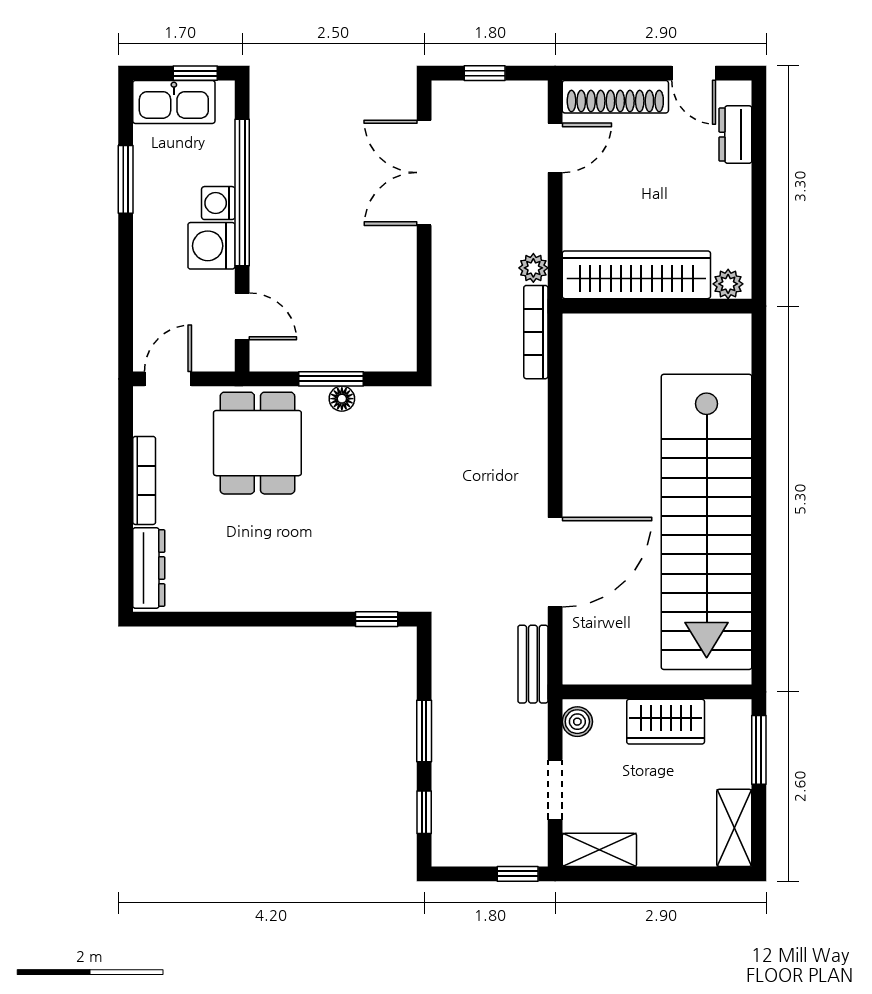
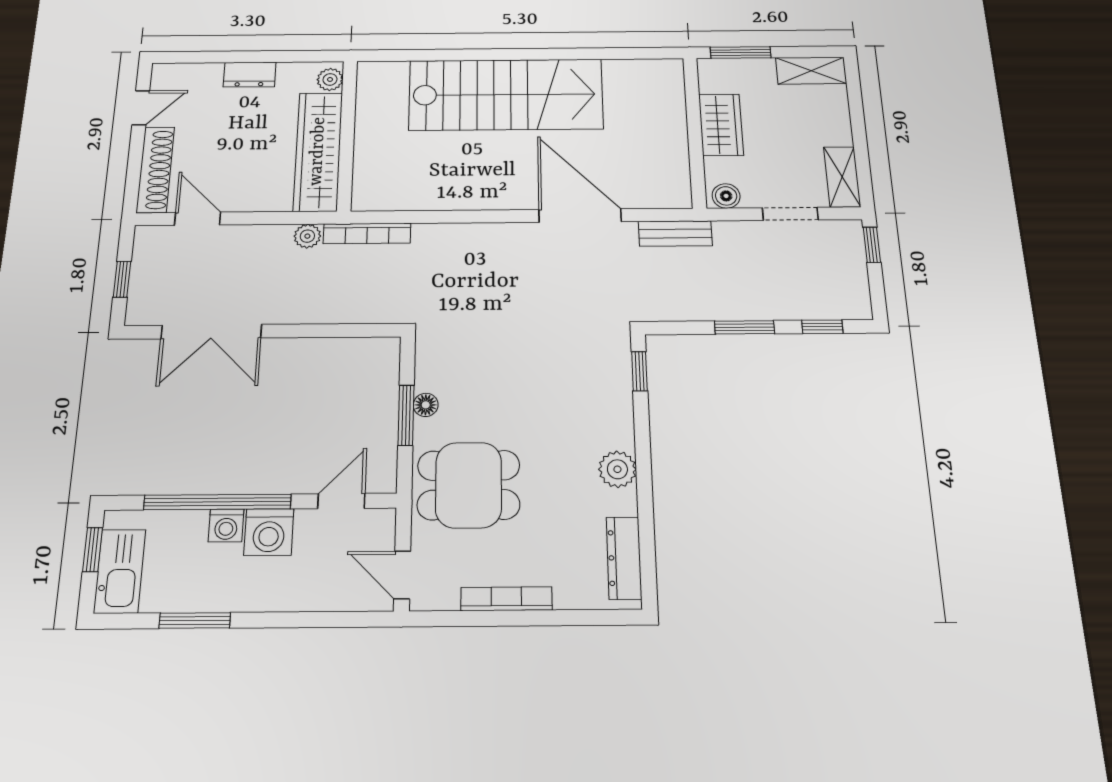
dresser: (735, 135) -> (250, 75), moved
stairs: (707, 522) -> (506, 95), width x0.73
dresser: (149, 568) -> (624, 558), moved, turned -90
plant: (272, 593) -> (617, 469), added

